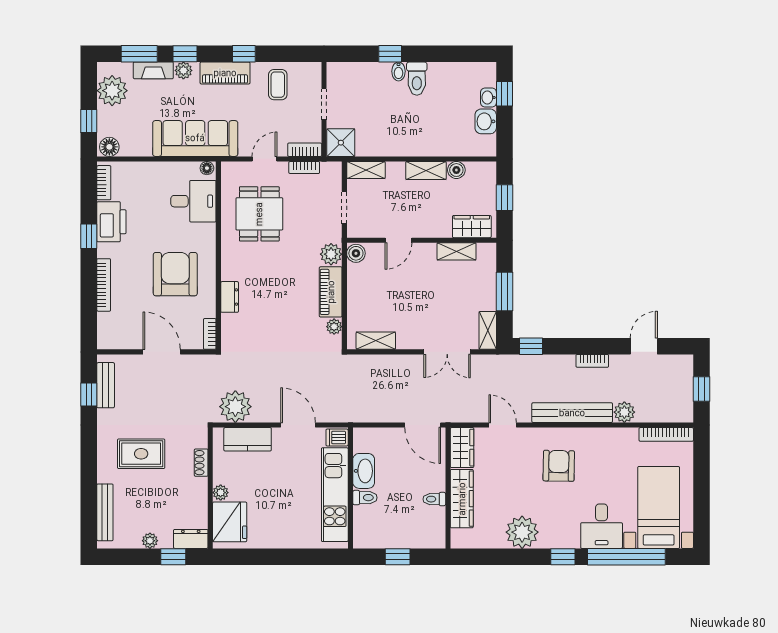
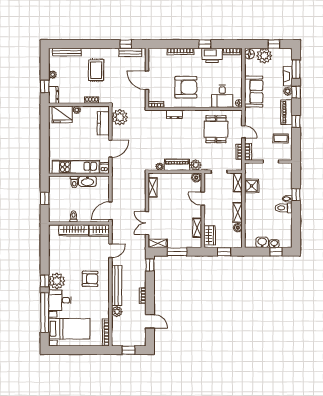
plant: (112, 91) -> (264, 56), moved
window: (89, 121) -> (274, 44), moved
sofa: (195, 138) -> (254, 92), width x0.73
shower: (341, 143) -> (252, 186), moved
dining table: (259, 214) -> (216, 129), turned 90
door: (162, 352) -> (147, 80), swing flipped
plant: (522, 532) -> (57, 281), moved

